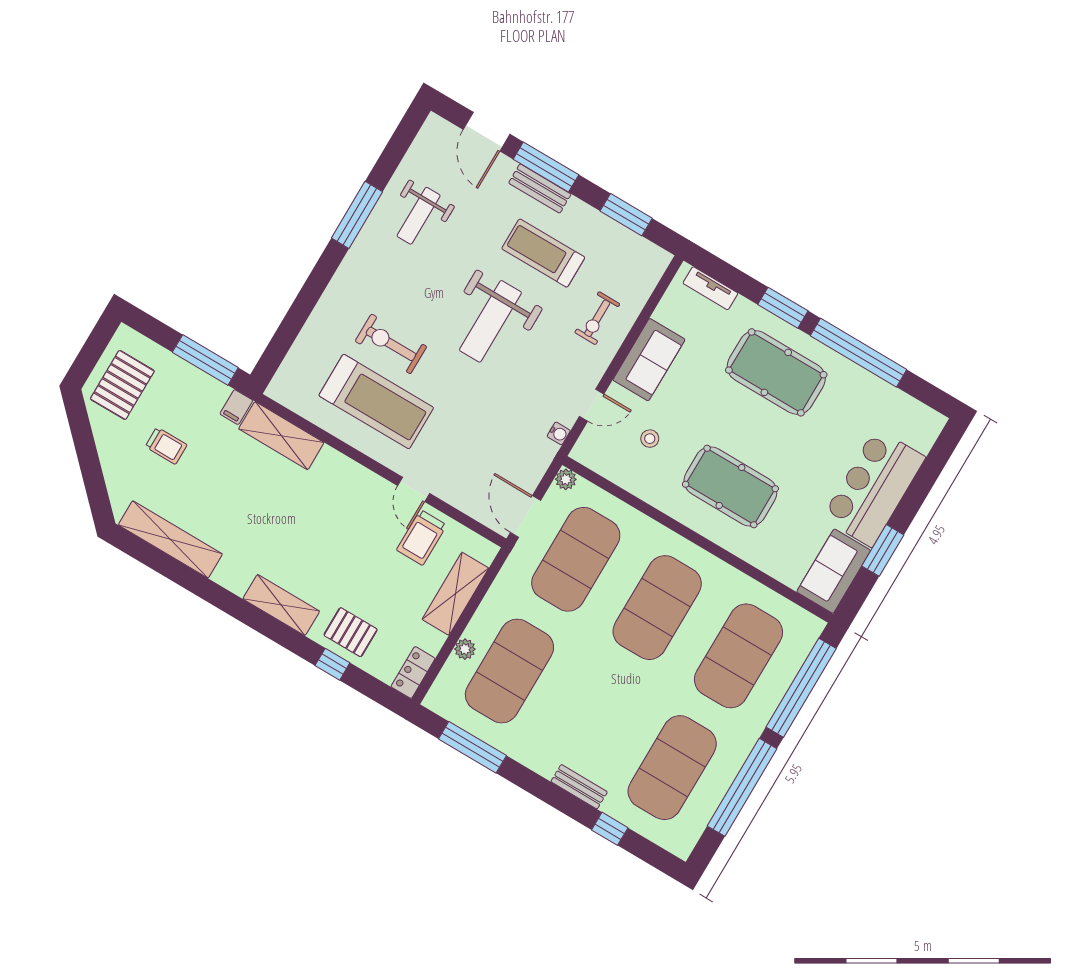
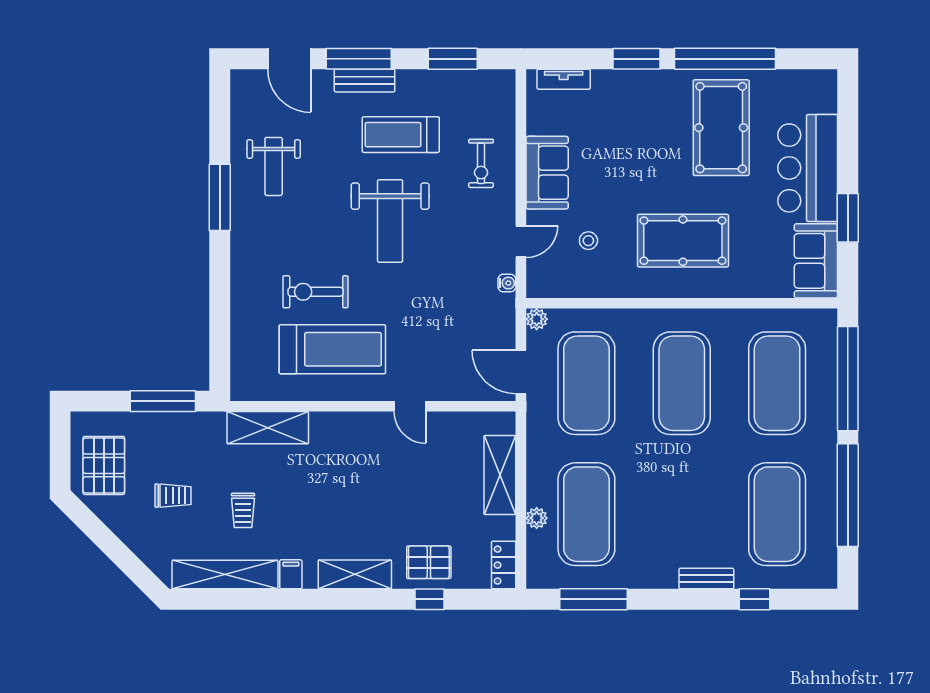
pool table: (776, 372) -> (721, 128), moved, turned 90
filing cabinet: (236, 407) -> (291, 574), moved, turned 180
trolley: (422, 538) -> (243, 510), moved, width x0.73, depth x0.72

